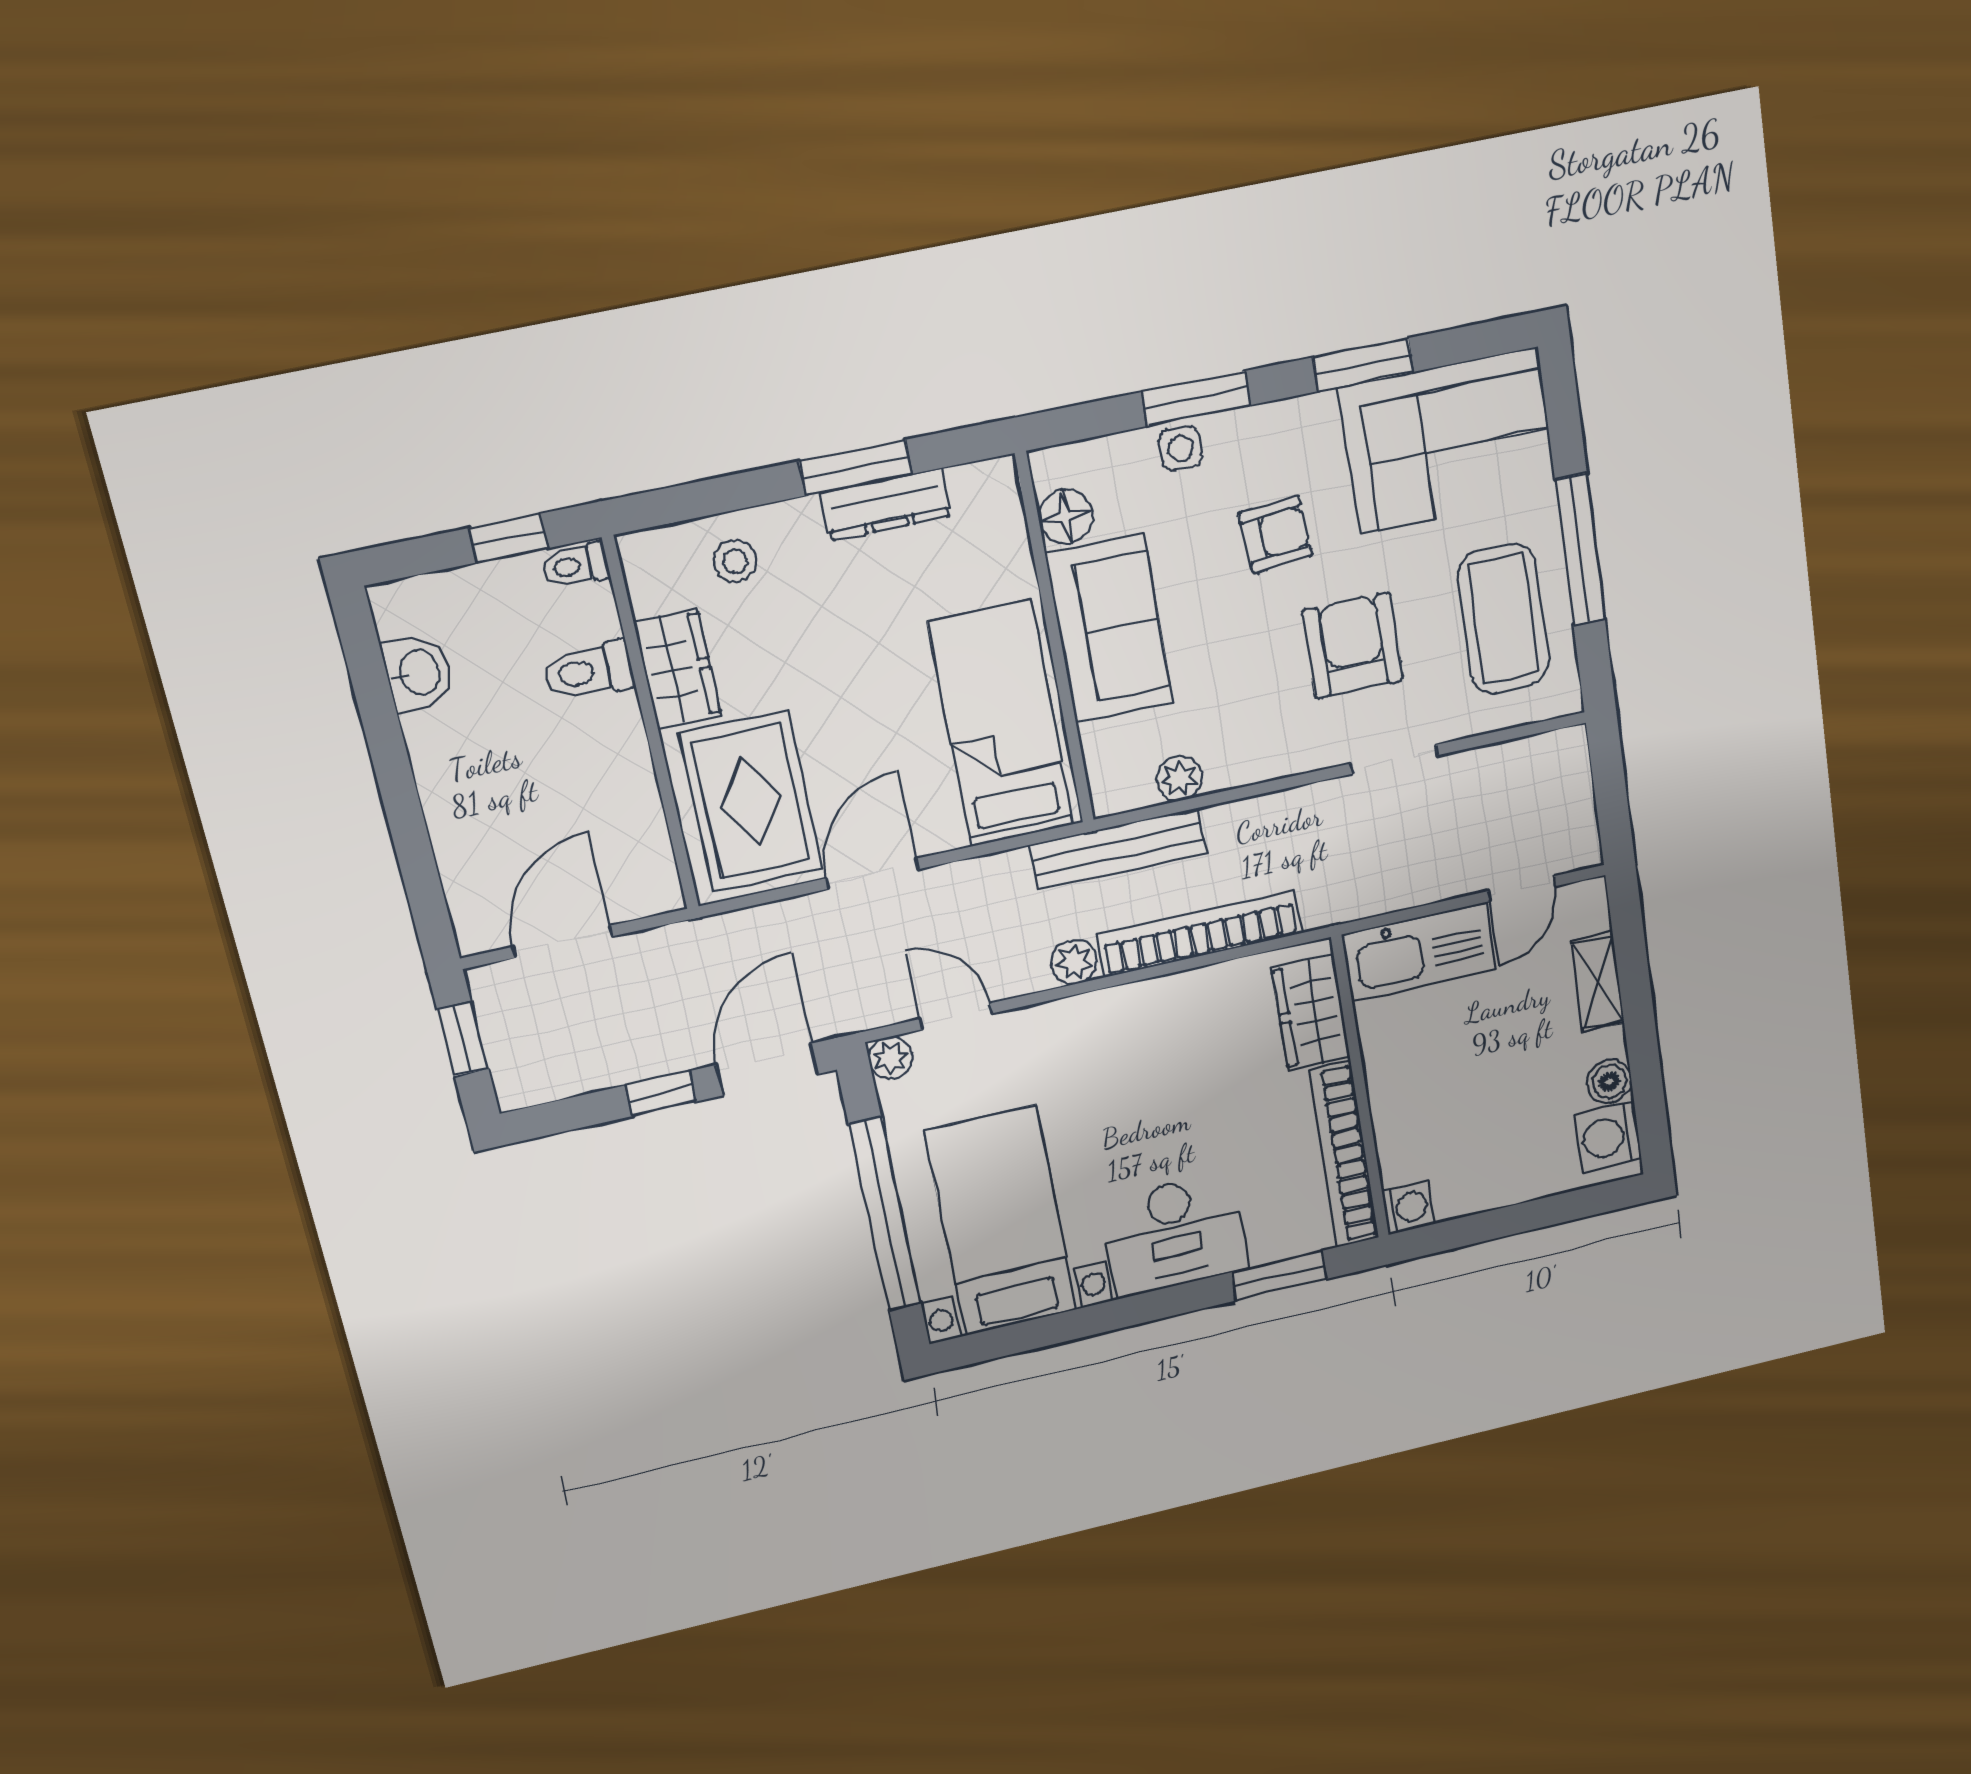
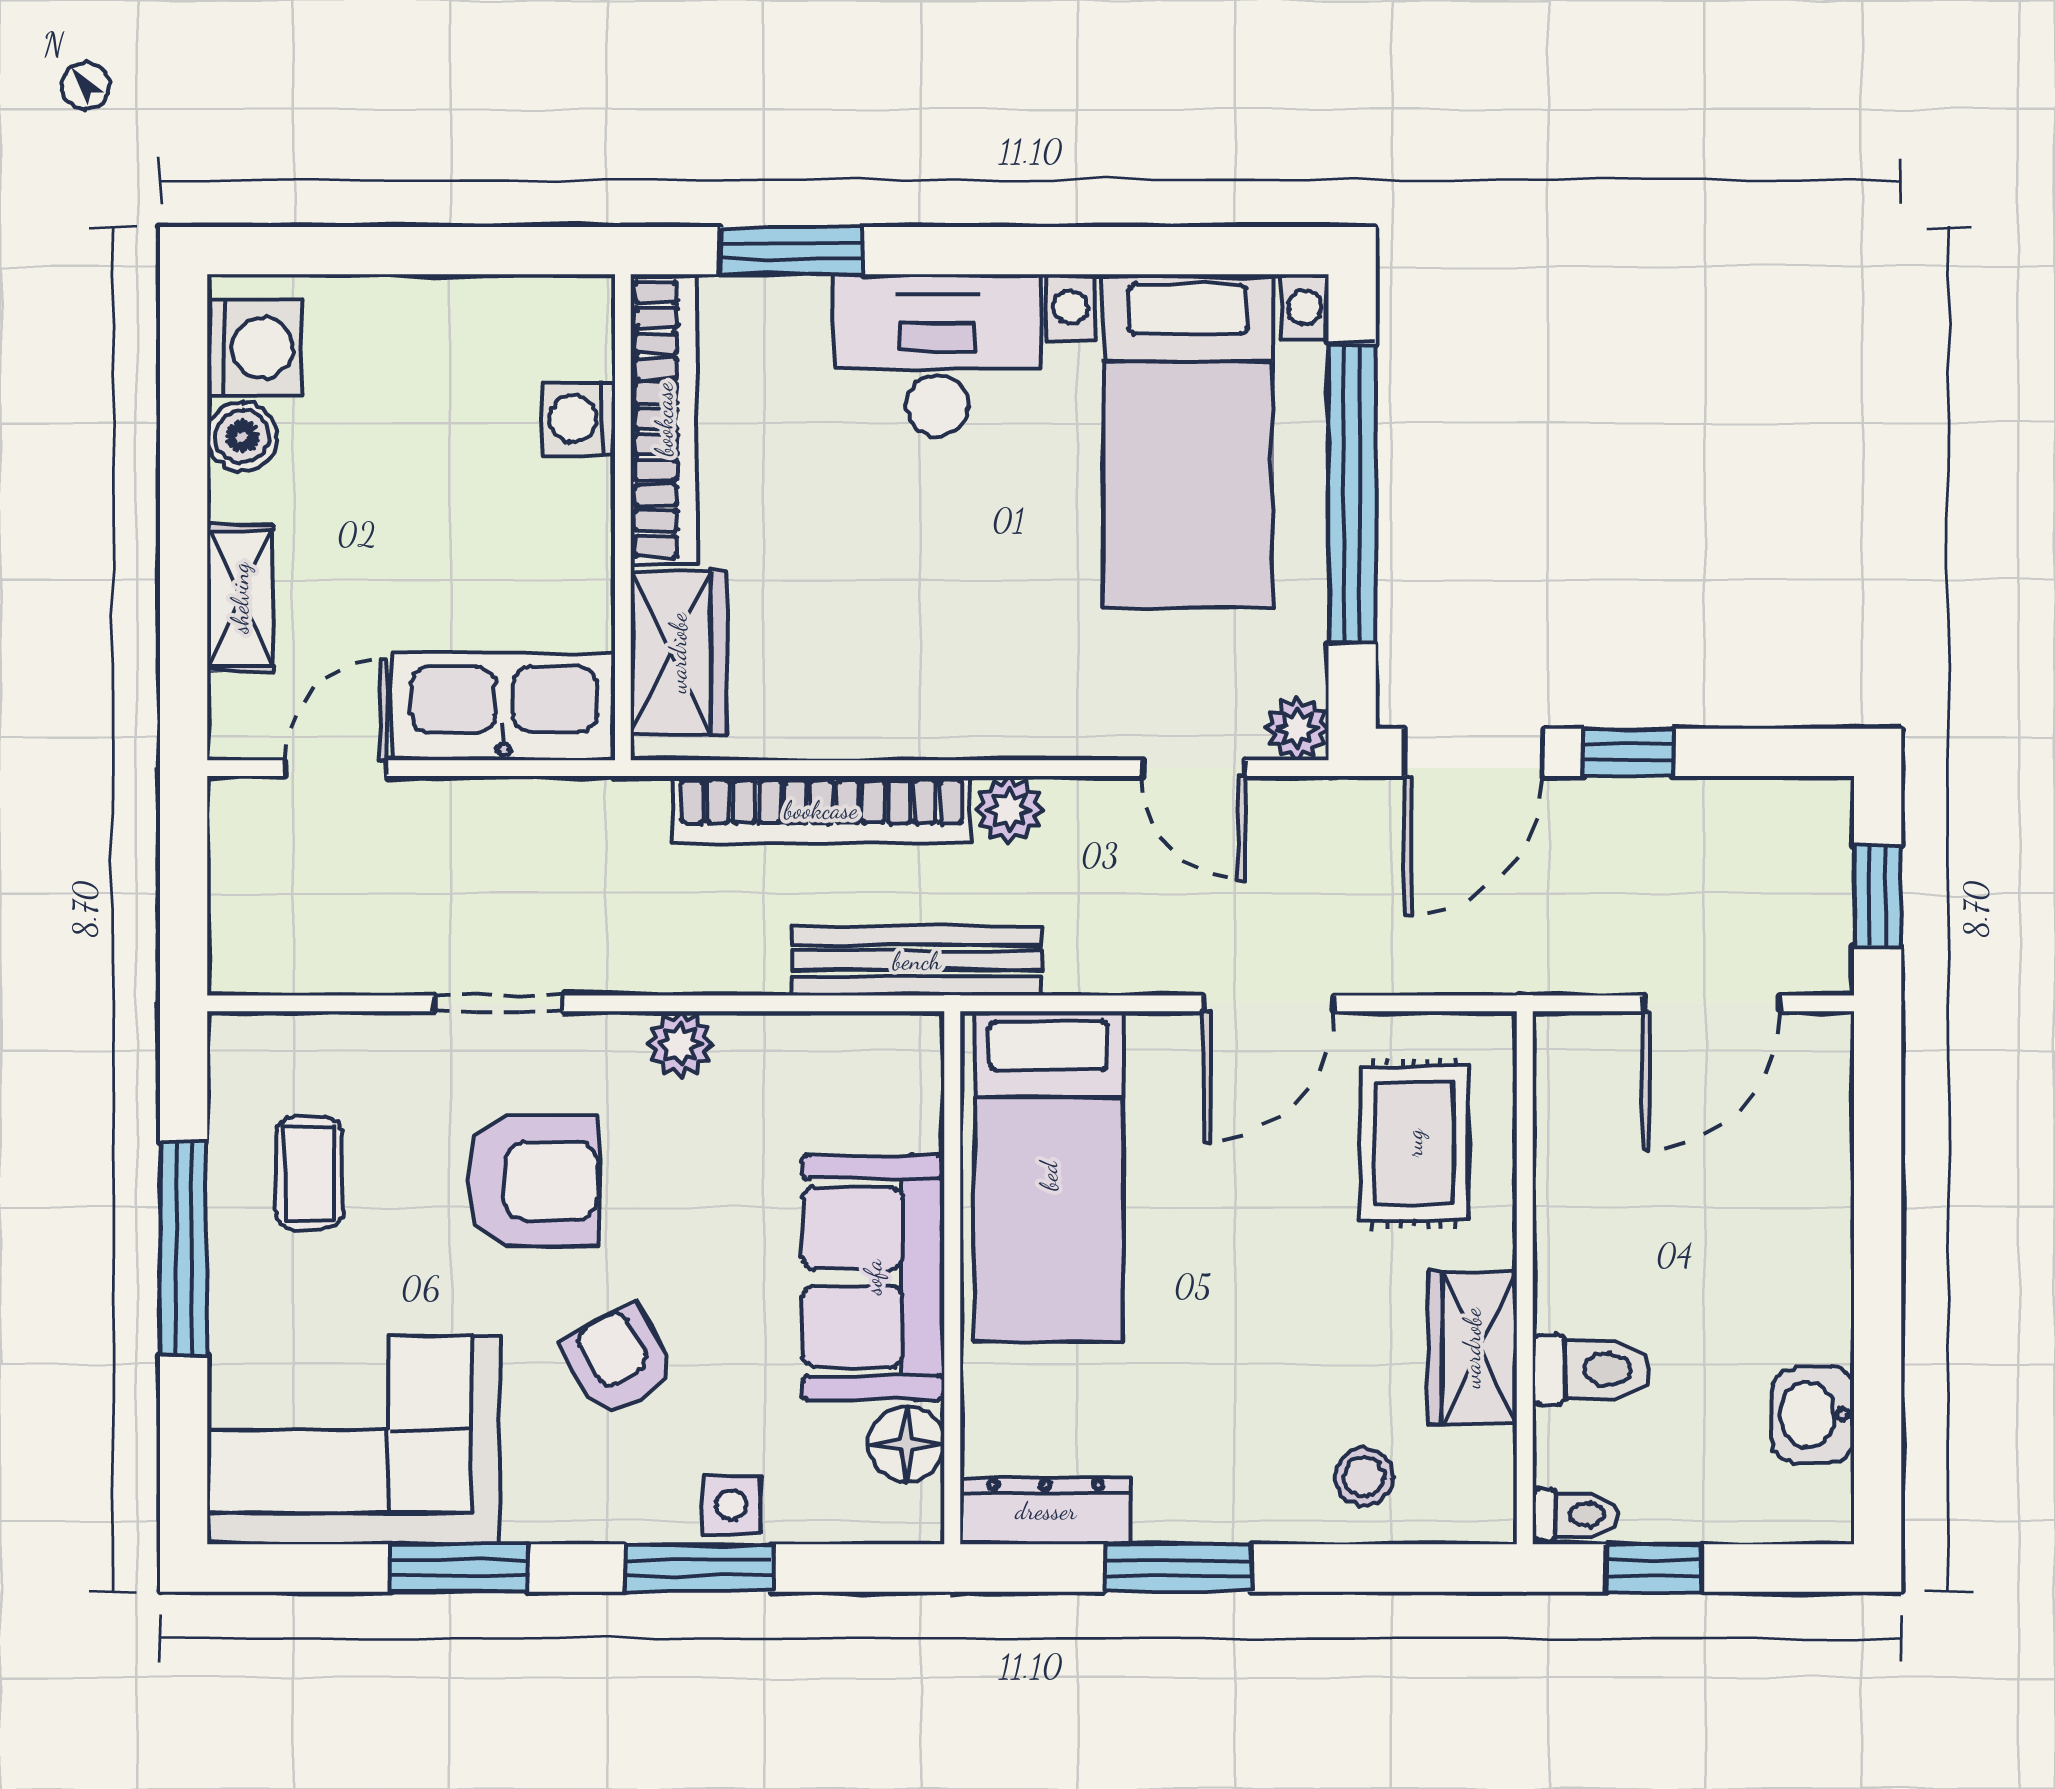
dresser: (886, 504) -> (1046, 1511), moved
armchair: (1275, 534) -> (619, 1360), turned 66
coffee table: (1503, 619) -> (309, 1173), width x0.54, depth x0.58
armchair: (1353, 646) -> (533, 1181), turned -90
plant: (1179, 778) -> (680, 1044), moved
rug: (751, 801) -> (1414, 1143), width x0.73, depth x0.70
washing machine: (1408, 1208) -> (578, 419), moved

